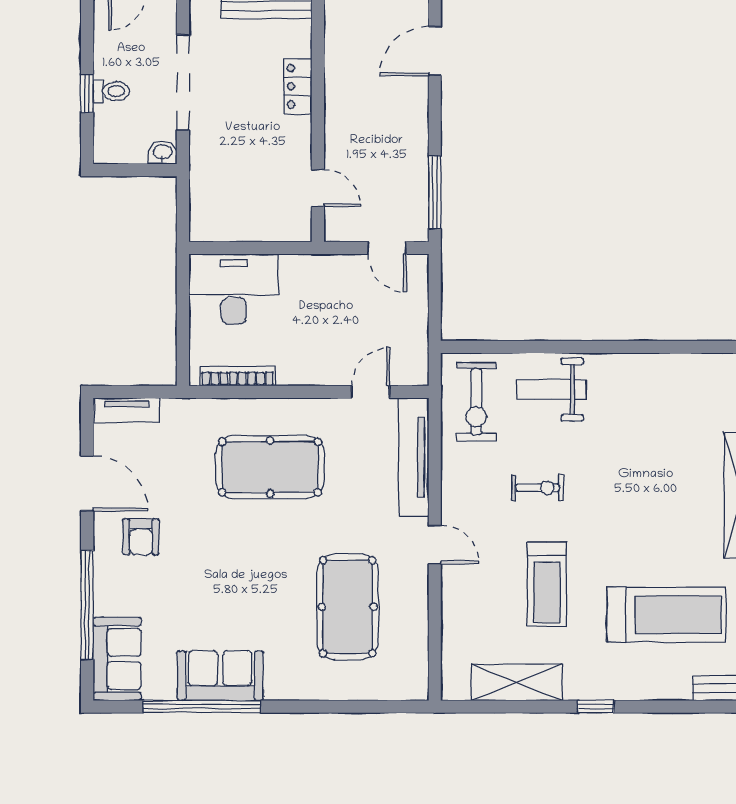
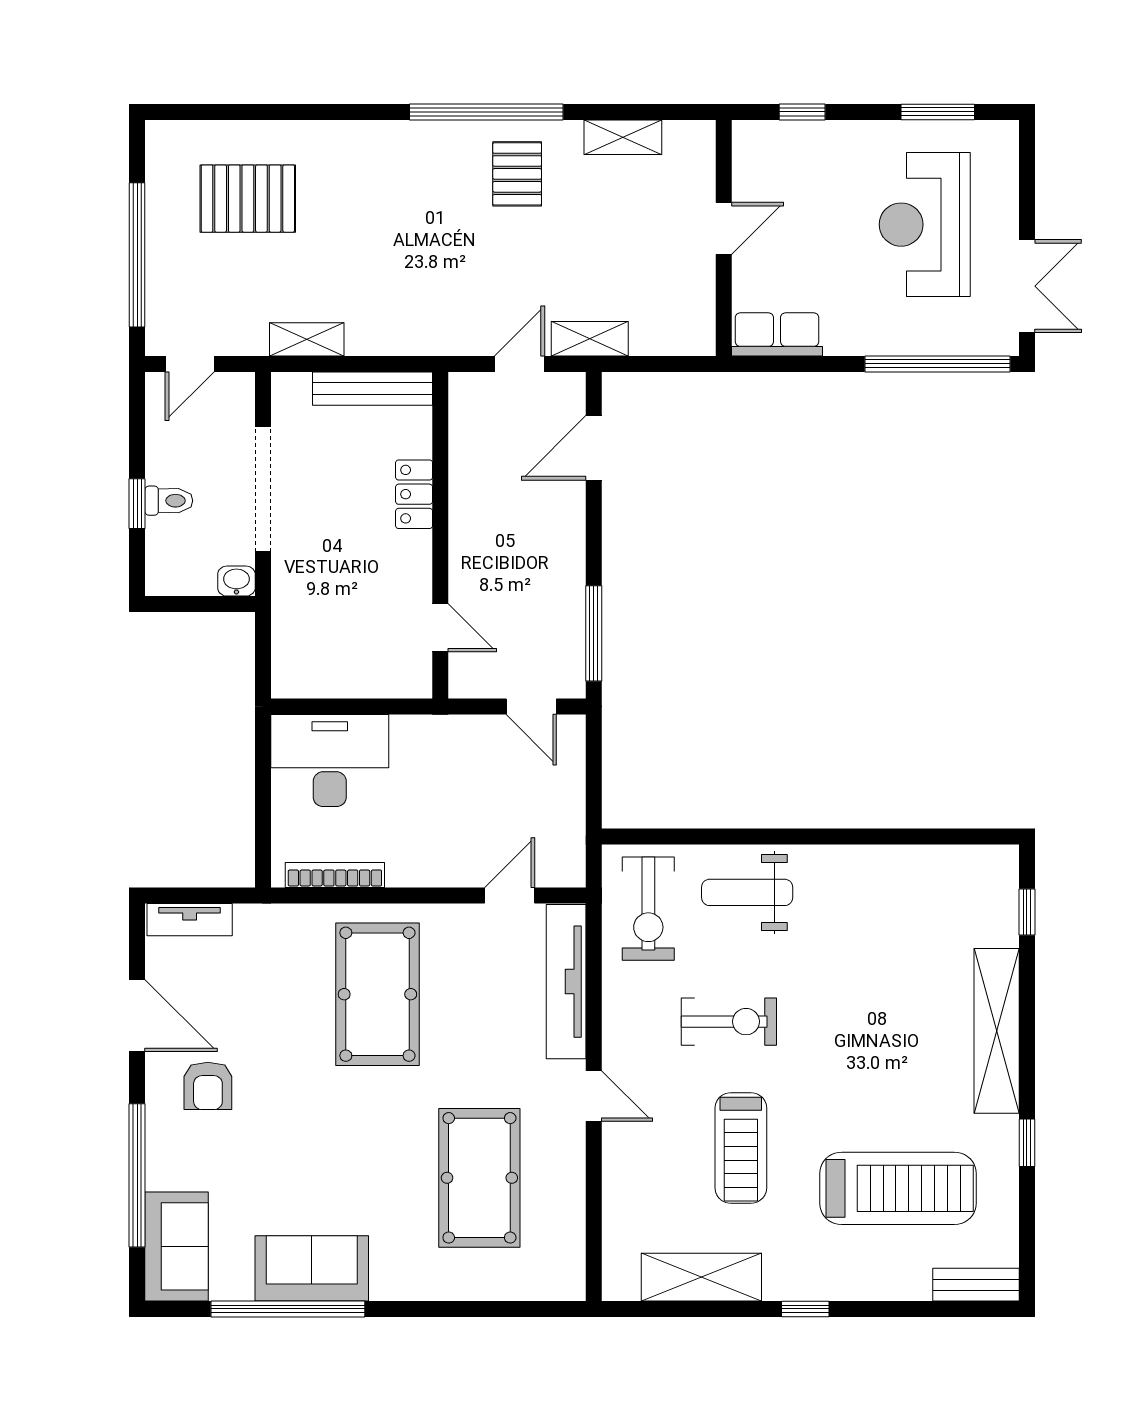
pool table: (270, 467) -> (377, 994), turned 90
exercise bike: (538, 488) -> (729, 1022), width x1.38, depth x1.39

